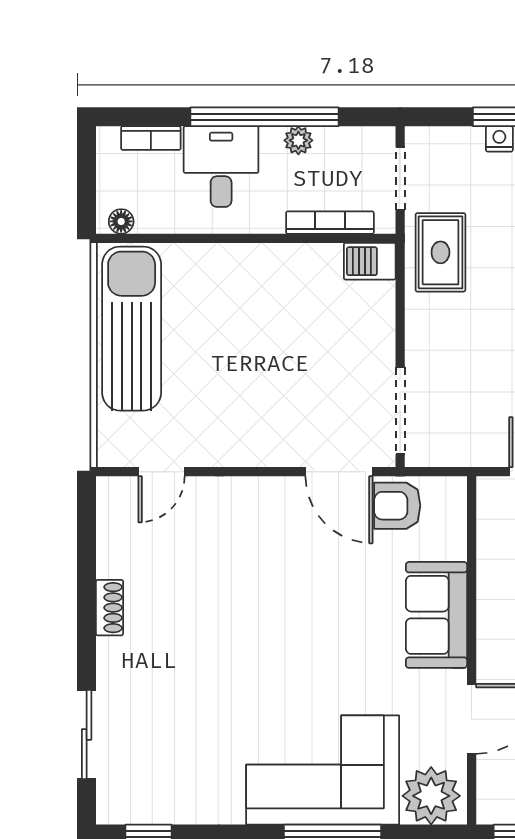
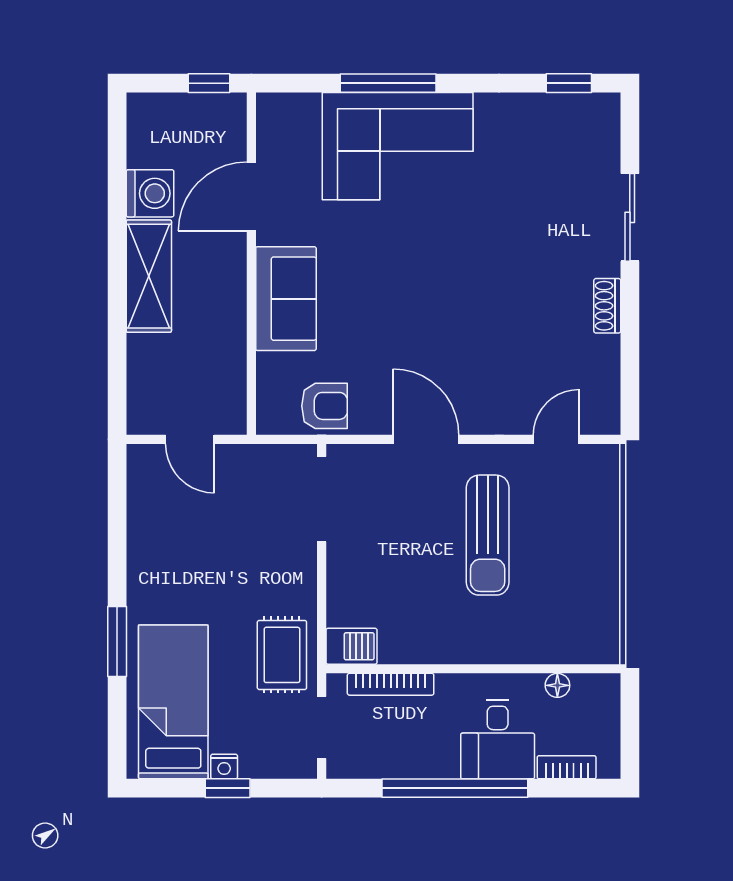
plant: (298, 140) -> (422, 765), removed
floor lamp: (121, 221) -> (557, 685), moved
sun lounger: (132, 329) -> (488, 535), moved, width x0.73, depth x0.75
door: (339, 472) -> (426, 439), moved
sliding door: (87, 734) -> (630, 217), moved
plant: (431, 796) -> (291, 121), removed

